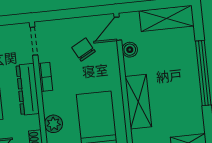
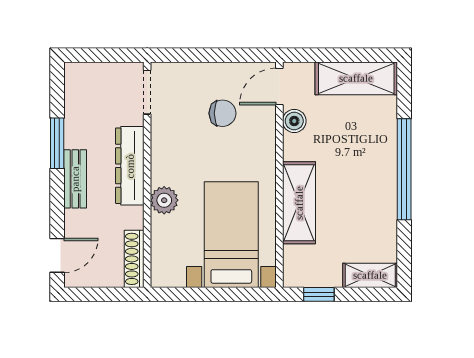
chair: (83, 50) -> (223, 113), turned 119
bookcase: (45, 77) -> (159, 149), removed
plant: (54, 124) -> (164, 200), moved

